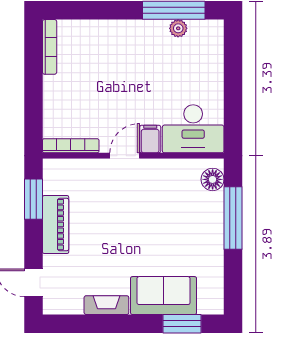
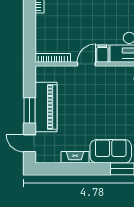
window: (33, 199) -> (30, 110), moved
piano: (56, 225) -> (46, 107), width x1.37, depth x1.33

